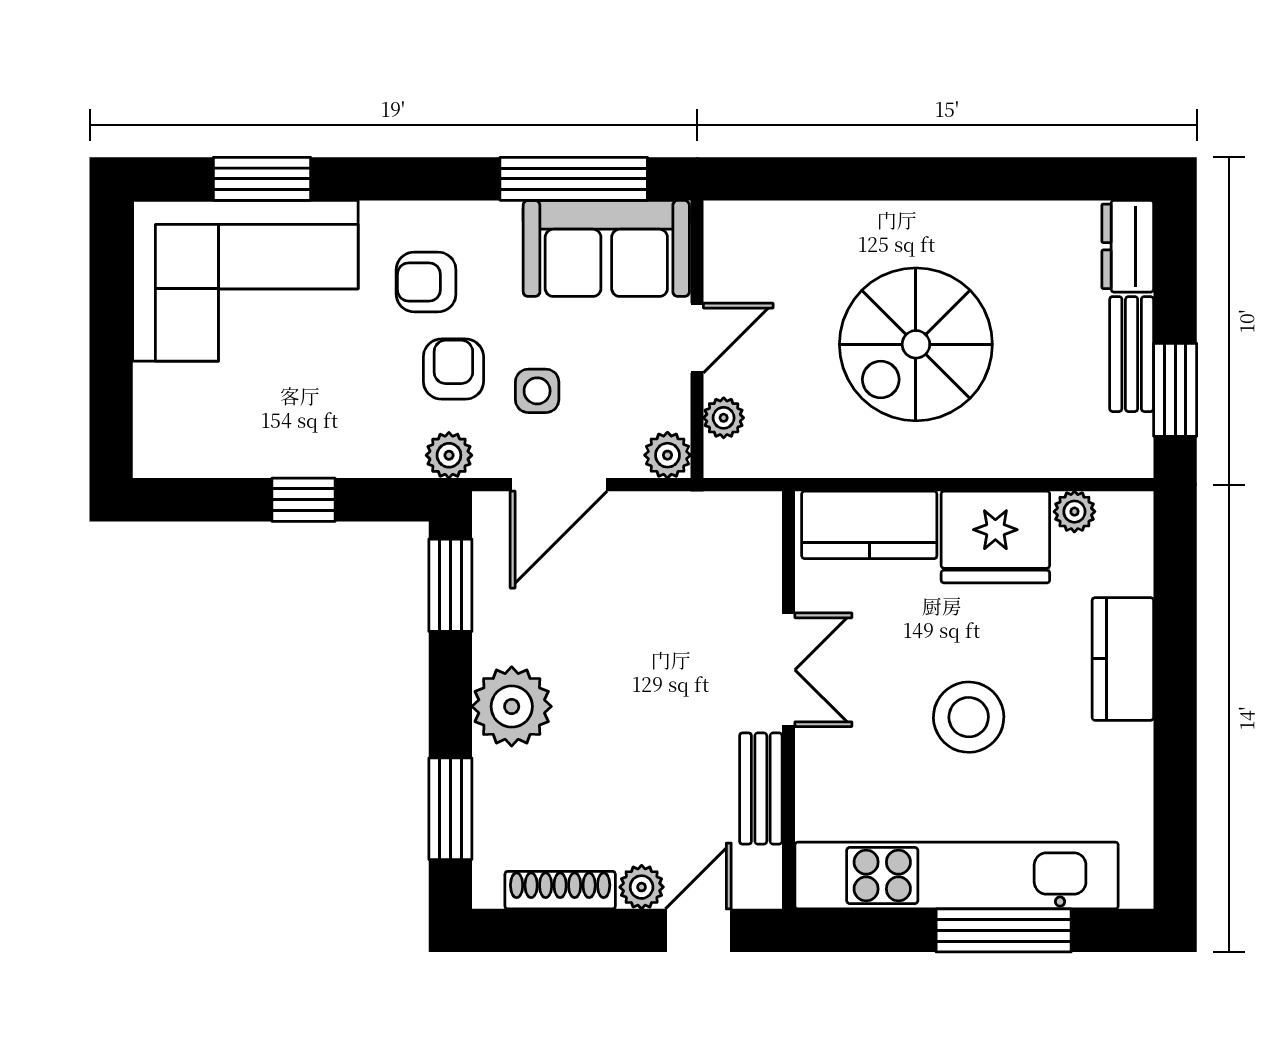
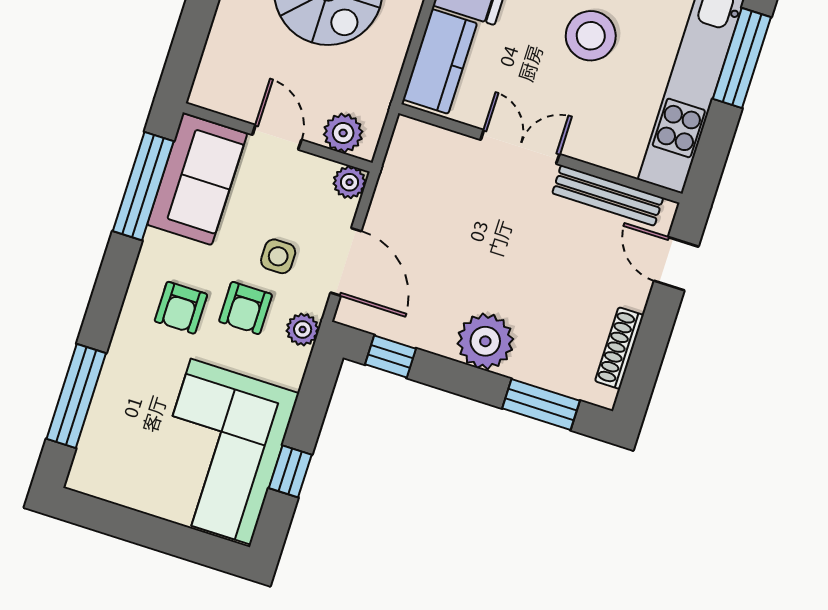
window: (262, 179) -> (76, 396), width x1.44
corner sofa: (245, 281) -> (221, 452), moved, turned 180
armchair: (453, 369) -> (246, 308), turned -90
plant: (724, 418) -> (343, 133), width x1.38, depth x1.38
window: (304, 500) -> (290, 471), moved
window: (450, 585) -> (390, 356), width x0.67
bench: (761, 789) -> (608, 195), width x1.36
plant: (642, 887) -> (635, 293), removed

